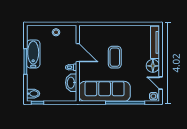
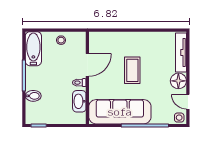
door: (78, 53) -> (87, 65), hinge flipped
bathtub: (33, 54) -> (33, 49), moved
bidet: (33, 94) -> (33, 96), moved

